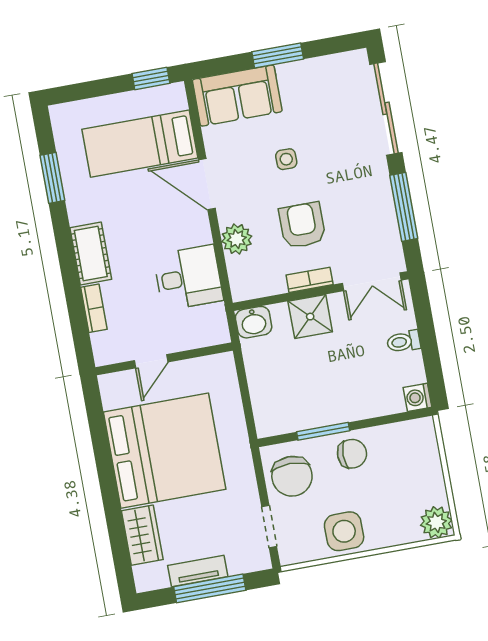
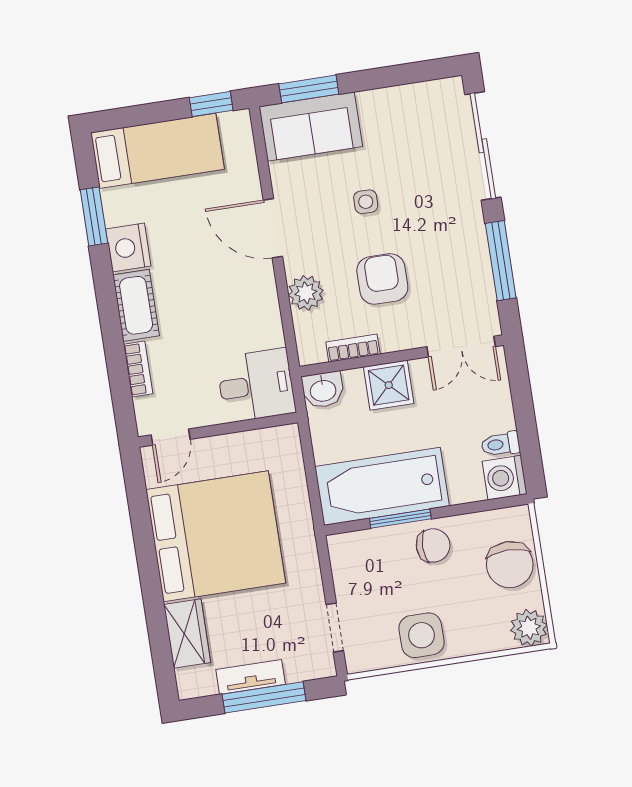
window: (278, 55) -> (309, 89), moved
bed: (140, 144) -> (157, 151), moved, turned 180
nightstand: (83, 204) -> (128, 248), added
desk: (188, 278) -> (256, 385), moved
bookcase: (310, 280) -> (353, 348), moved
toilet: (404, 342) -> (501, 444), moved
door: (151, 361) -> (171, 437), moved
washing machine: (417, 397) -> (505, 478), width x1.38, depth x1.38
bathtub: (307, 404) -> (382, 486), added
chair: (292, 476) -> (510, 565), moved

